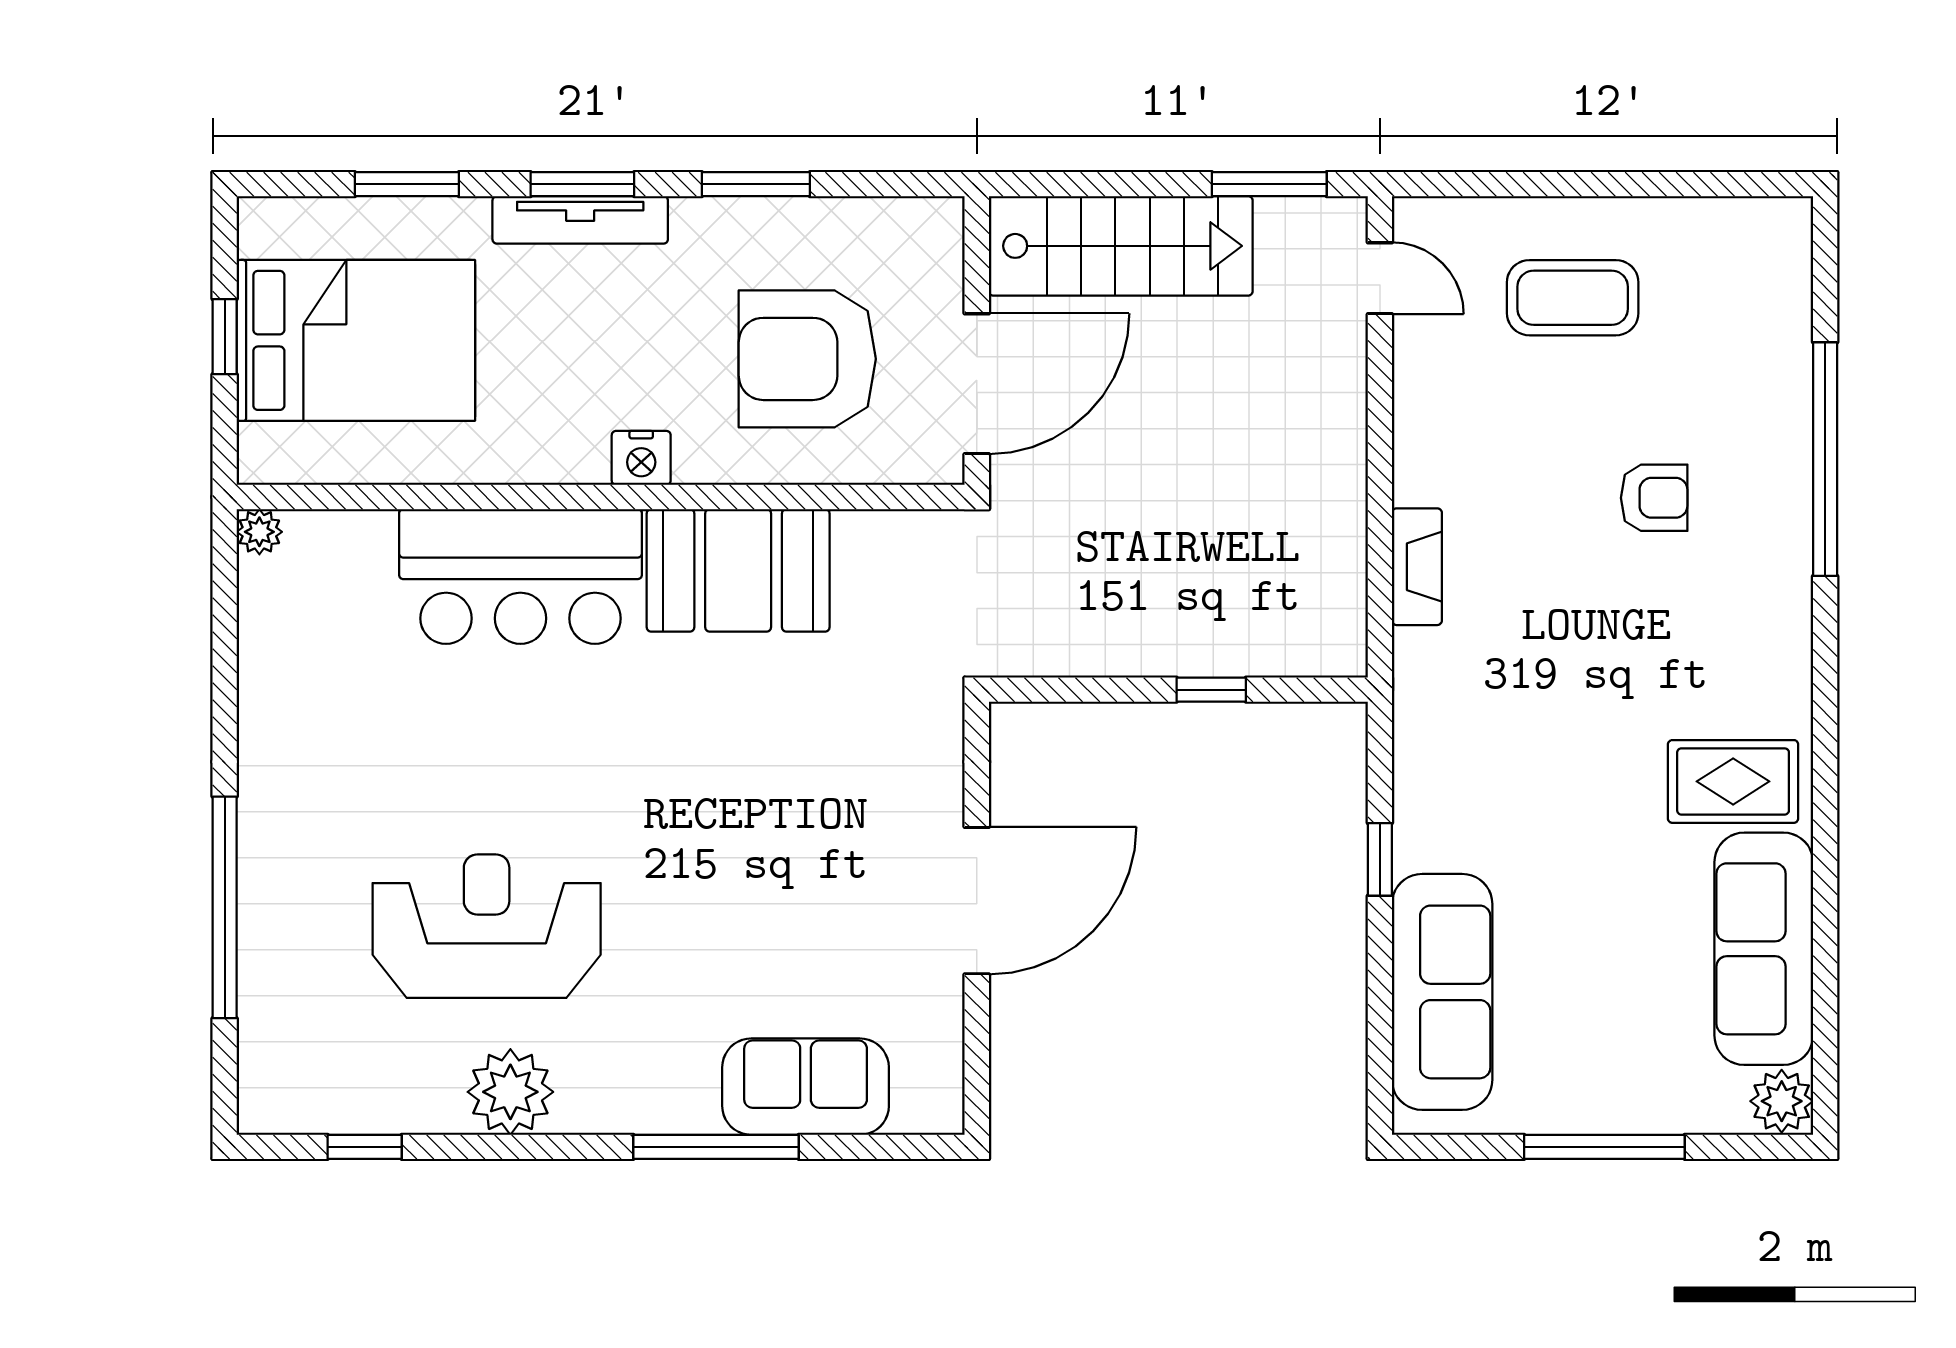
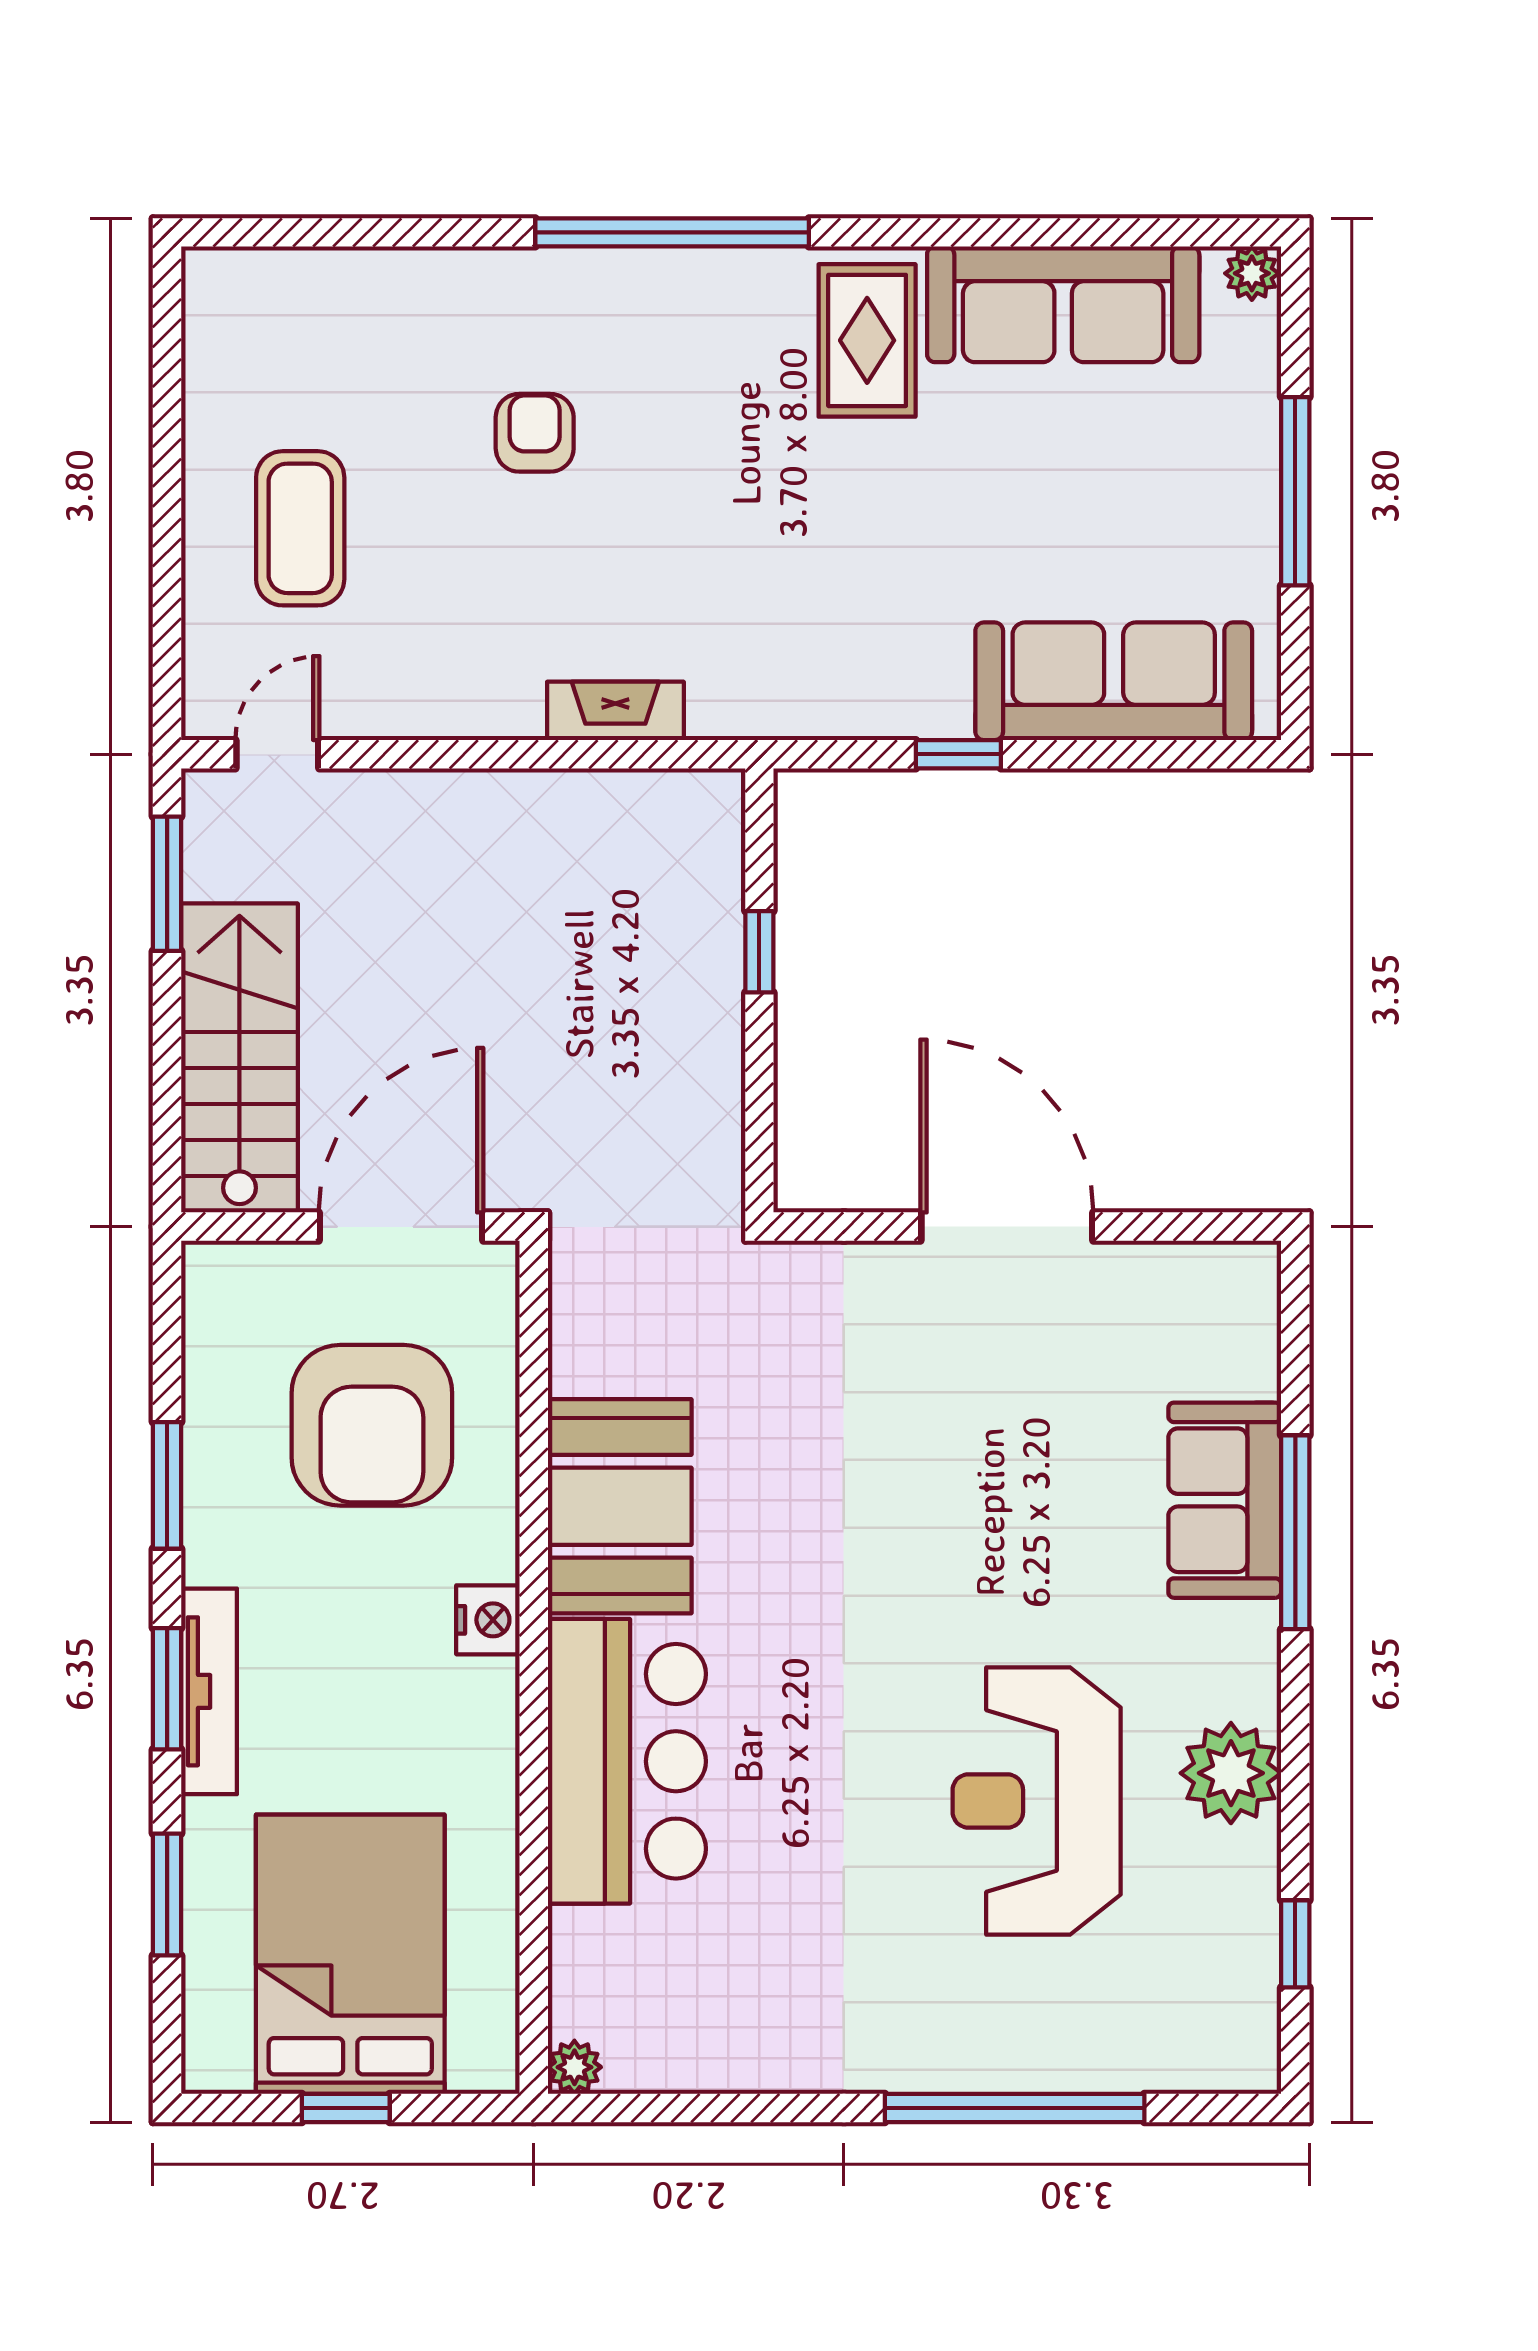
door: (977, 384) -> (401, 1227), hinge flipped
window: (1825, 459) -> (672, 232), moved
sofa: (806, 1087) -> (1225, 1500), moved
plant: (1782, 1101) -> (1252, 273), width x0.73, depth x0.73

